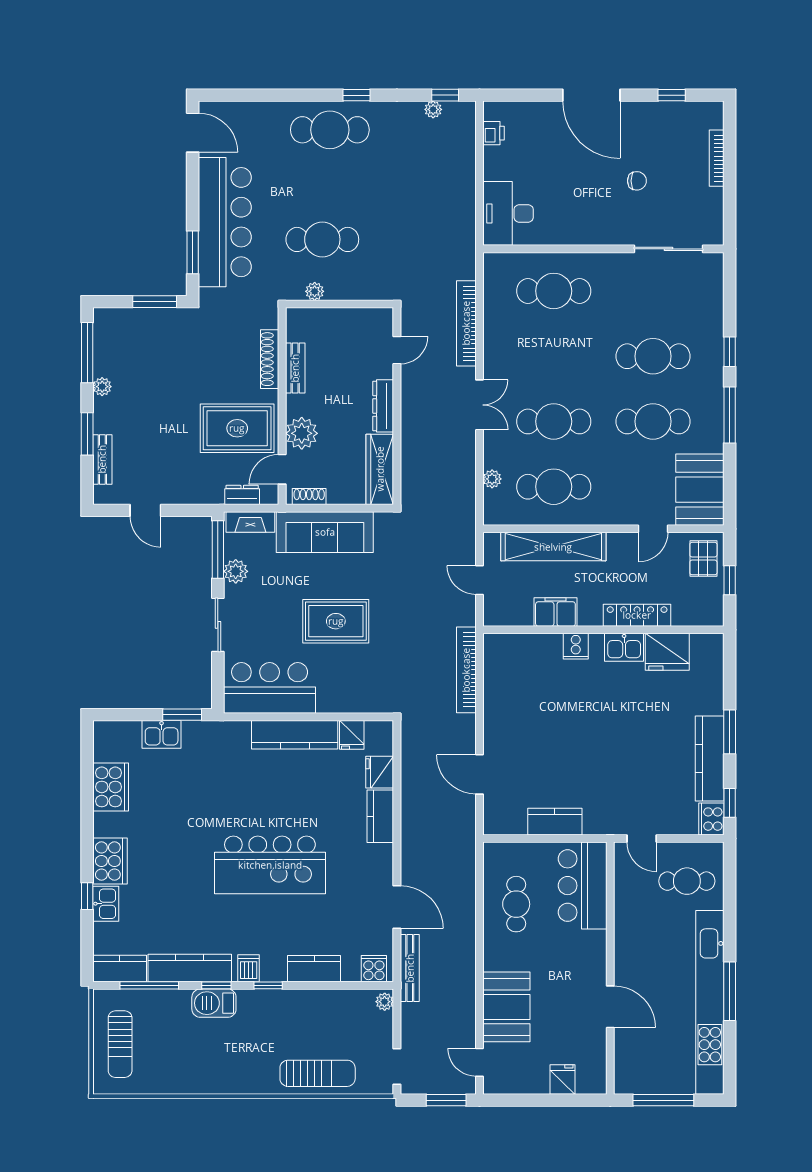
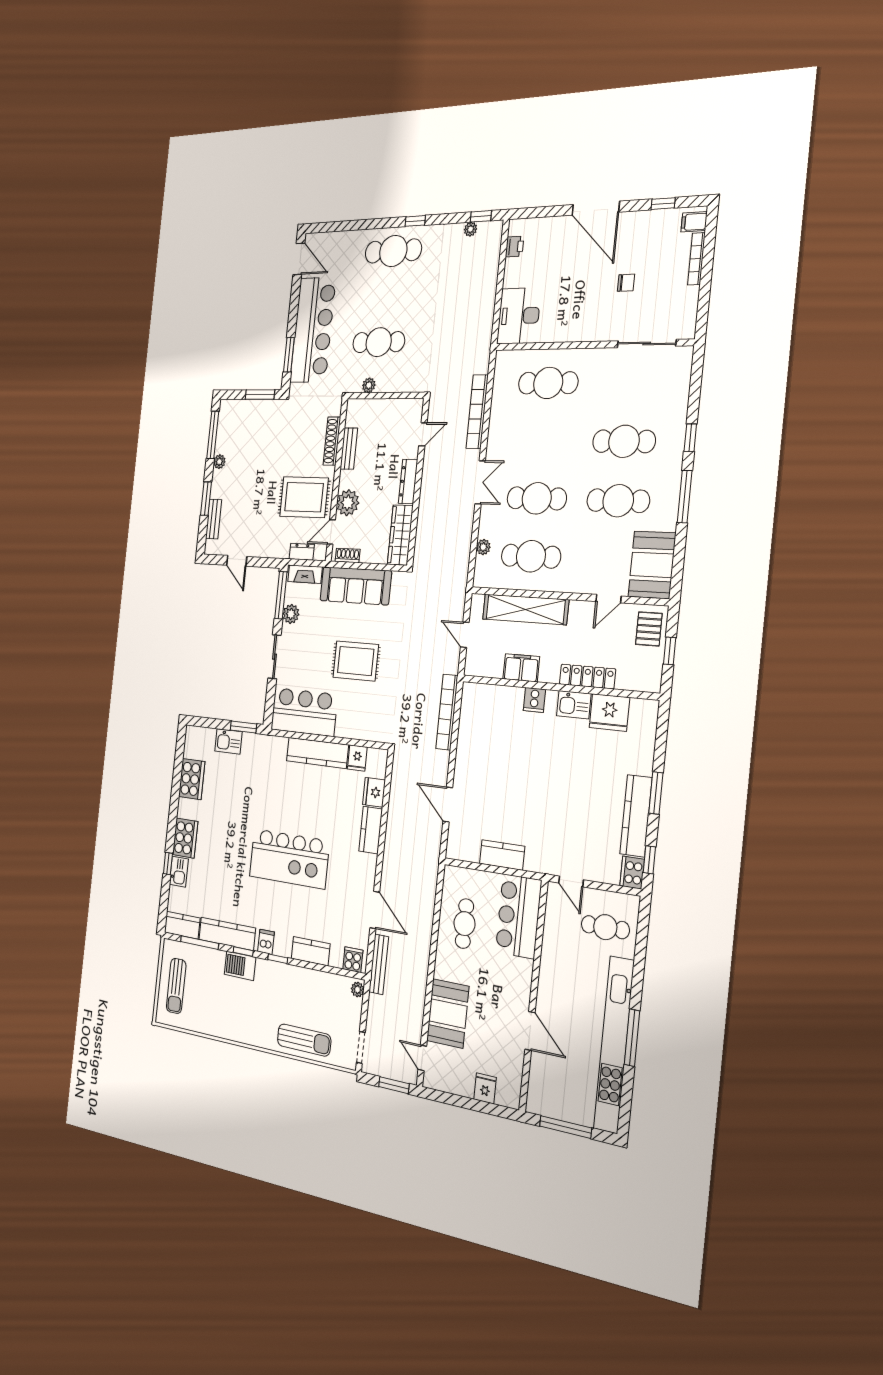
filing cabinet: (710, 118) -> (694, 222), added

